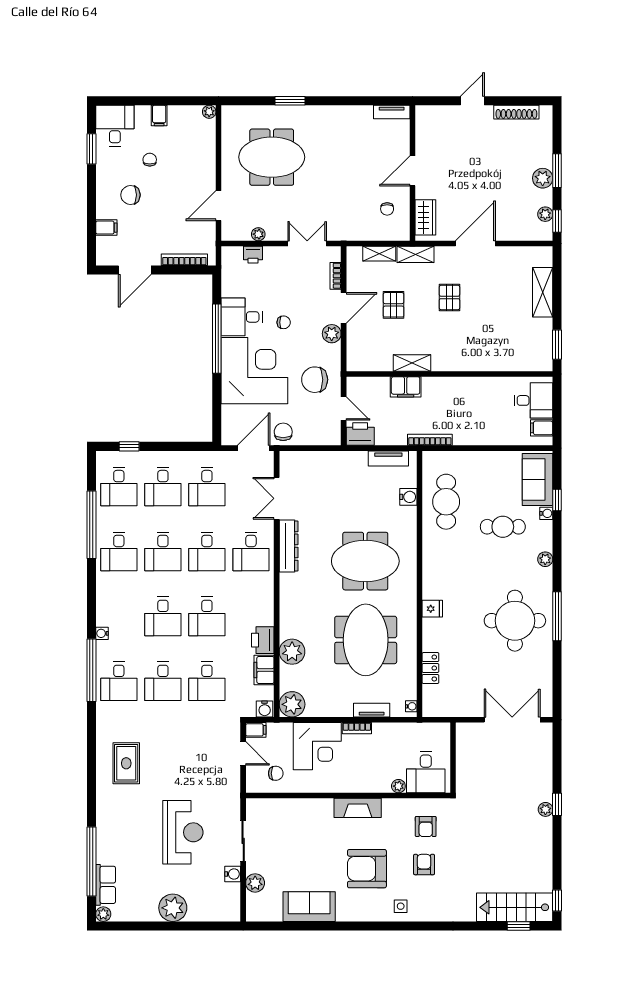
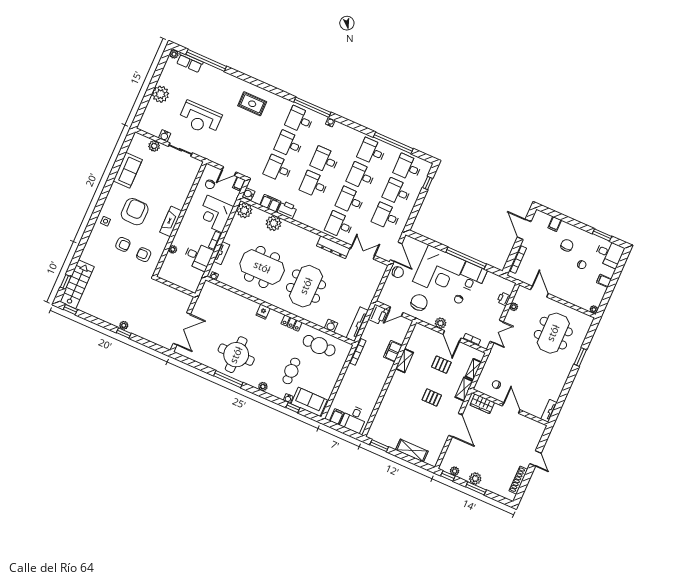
tv unit: (388, 458) -> (357, 324), width x1.41
locker: (430, 668) -> (292, 323), moved
desk: (426, 772) -> (198, 256), moved, turned 180

